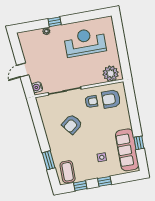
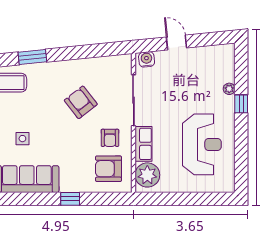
row of seats: (91, 80) -> (143, 144), added
armchair: (111, 99) -> (108, 169), turned -90
window: (139, 143) -> (70, 199), moved

